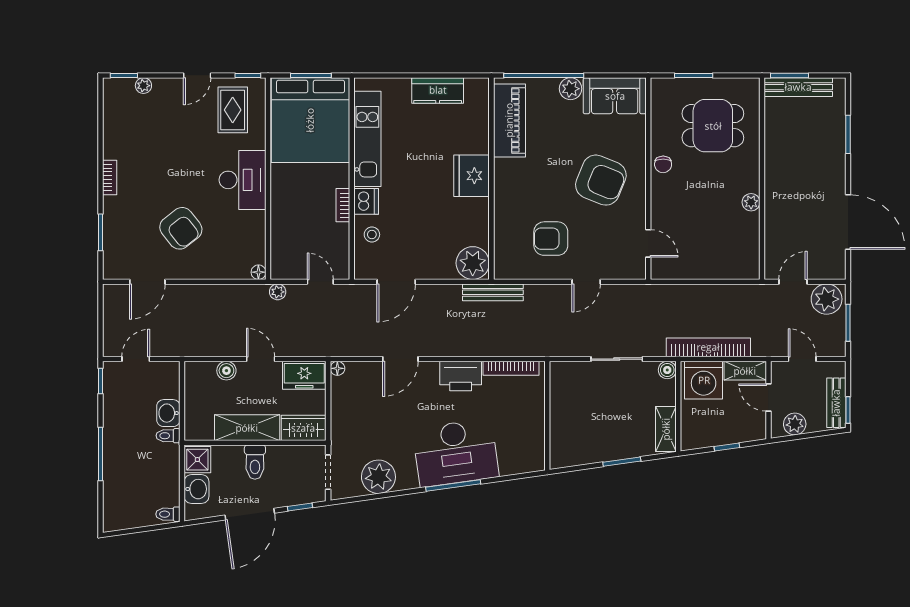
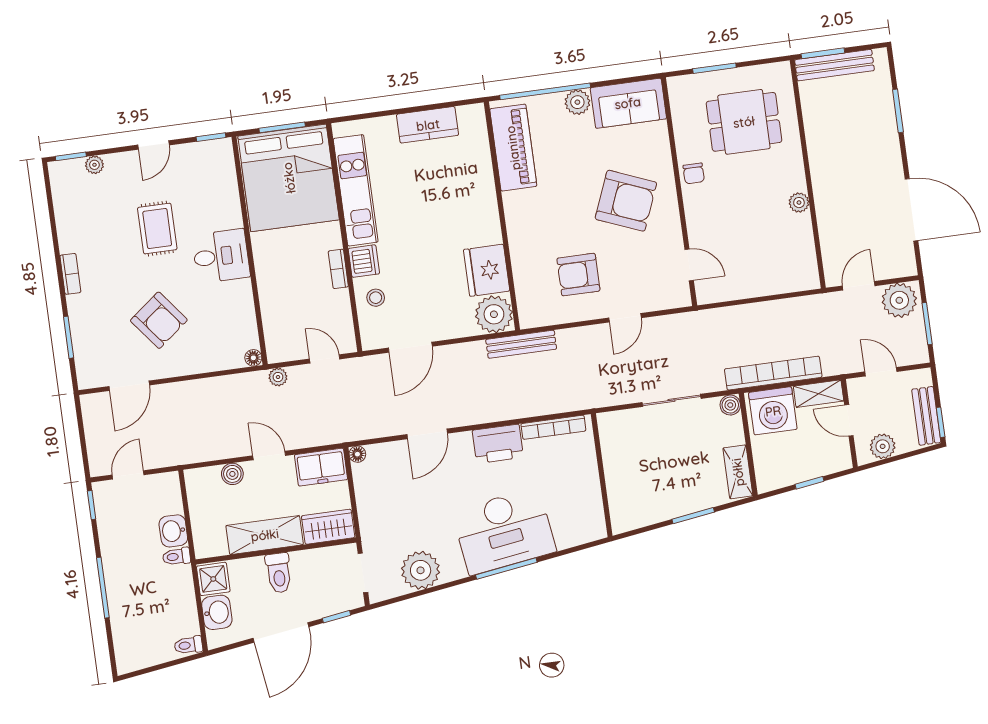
rug: (233, 110) -> (157, 229), moved
fridge: (472, 176) -> (487, 270), moved
desk: (242, 180) -> (221, 256), width x0.73

